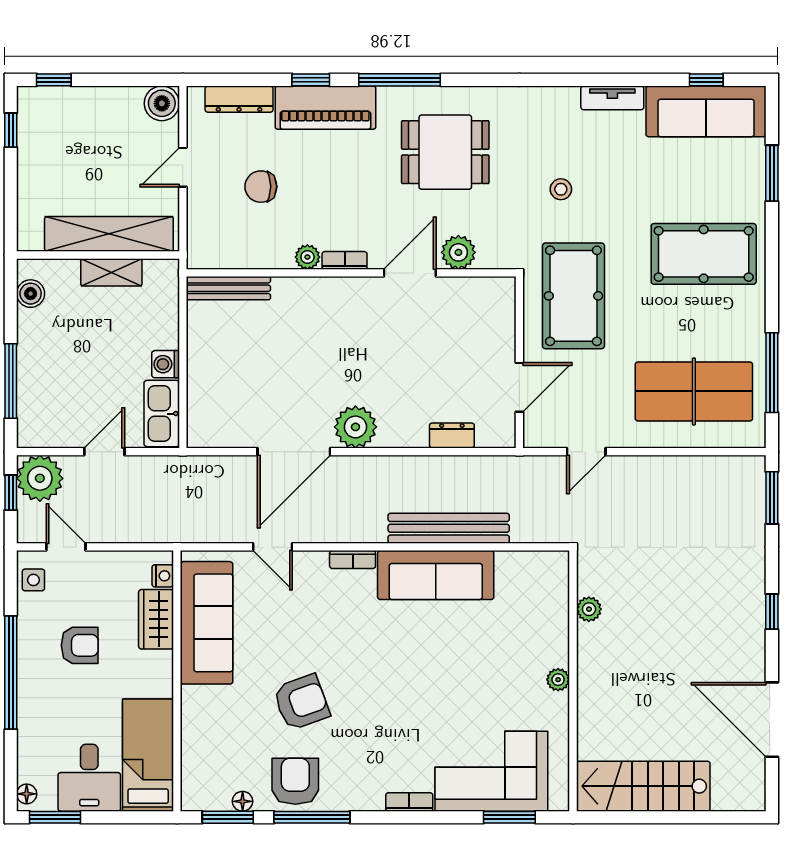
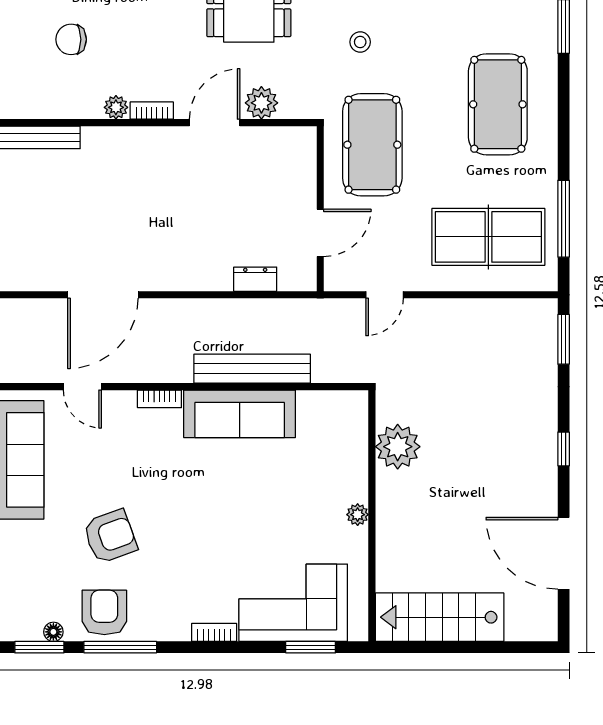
pool table: (704, 254) -> (498, 104), turned 90
plant: (355, 427) -> (162, 271), removed
plant: (589, 609) -> (398, 447), width x1.87, depth x1.87

